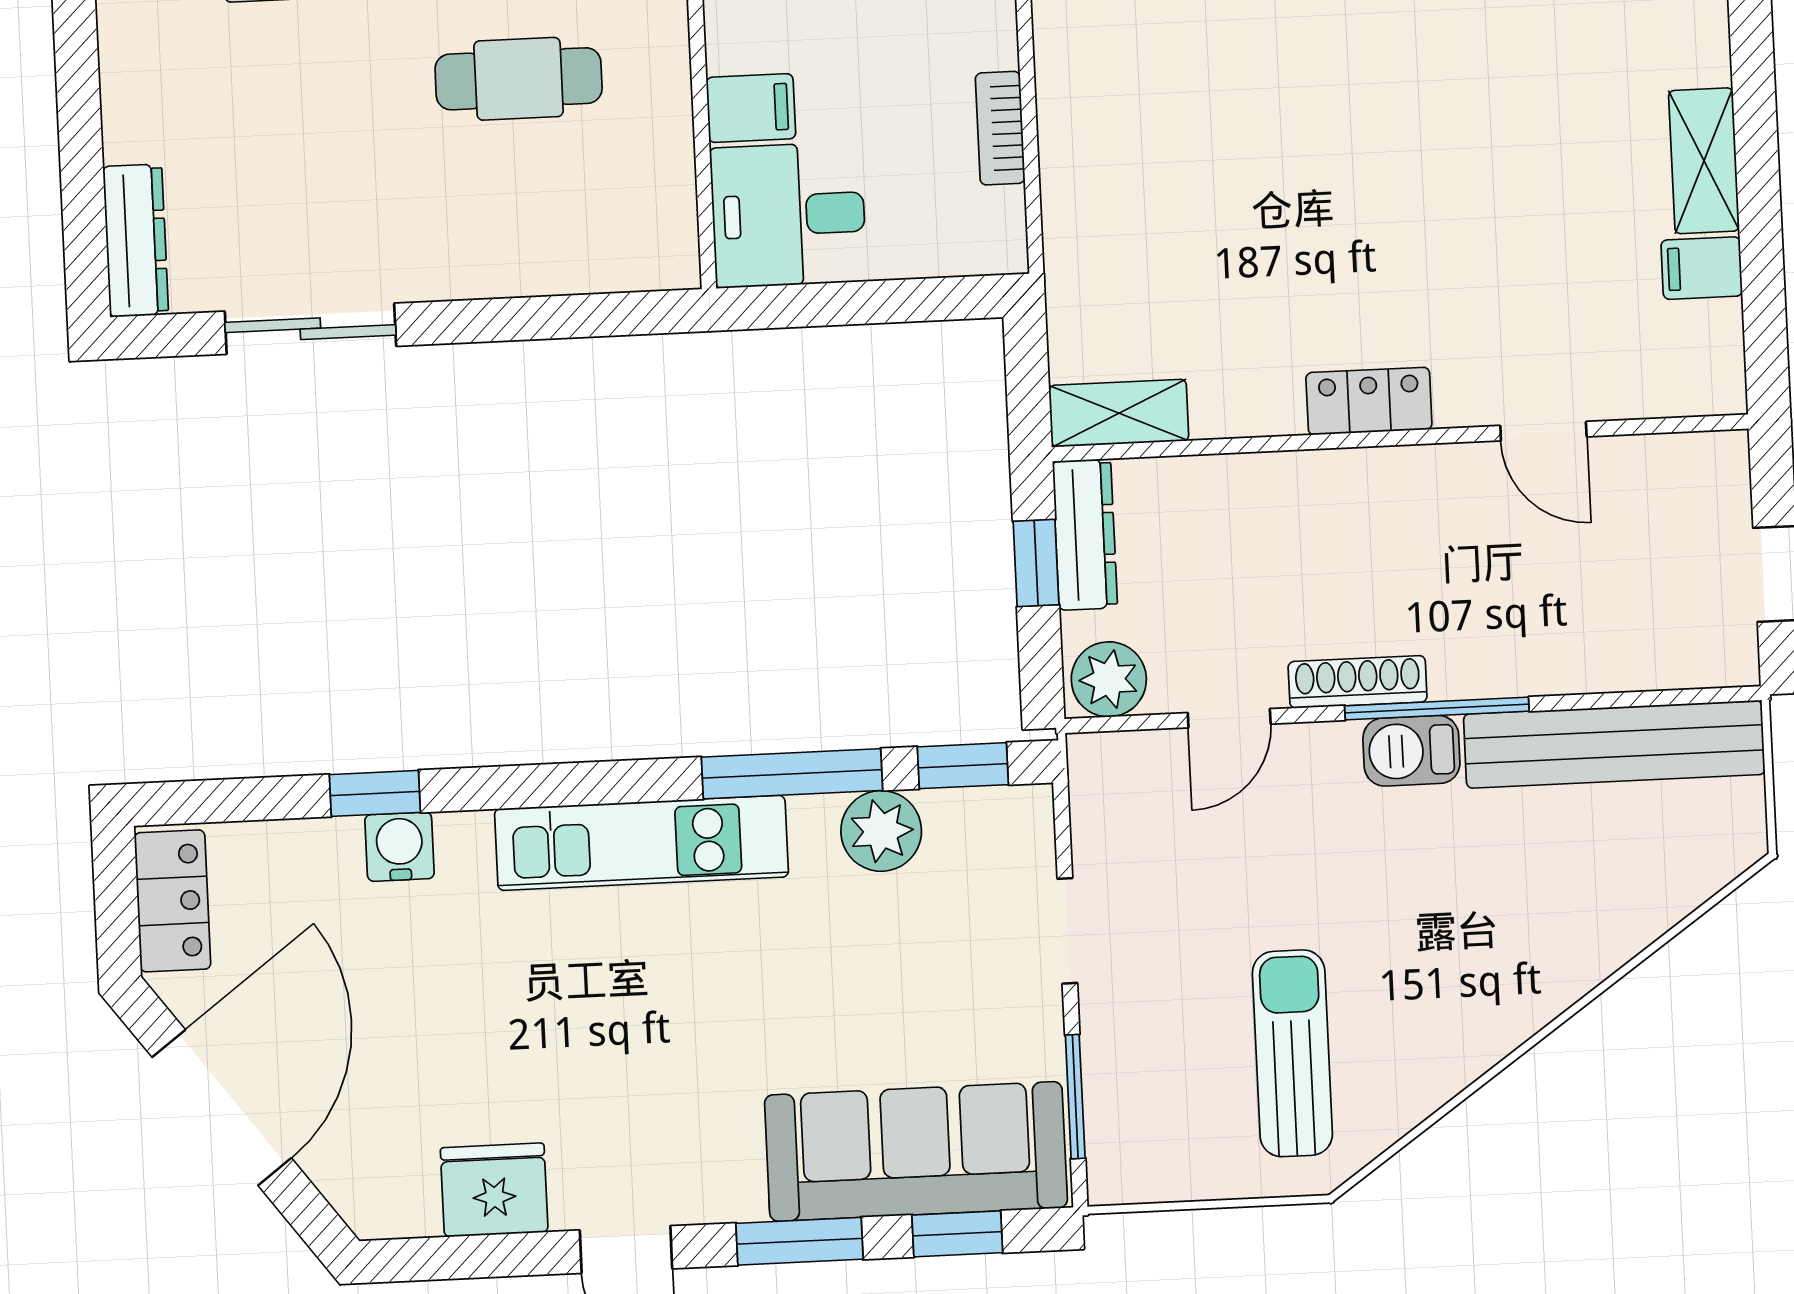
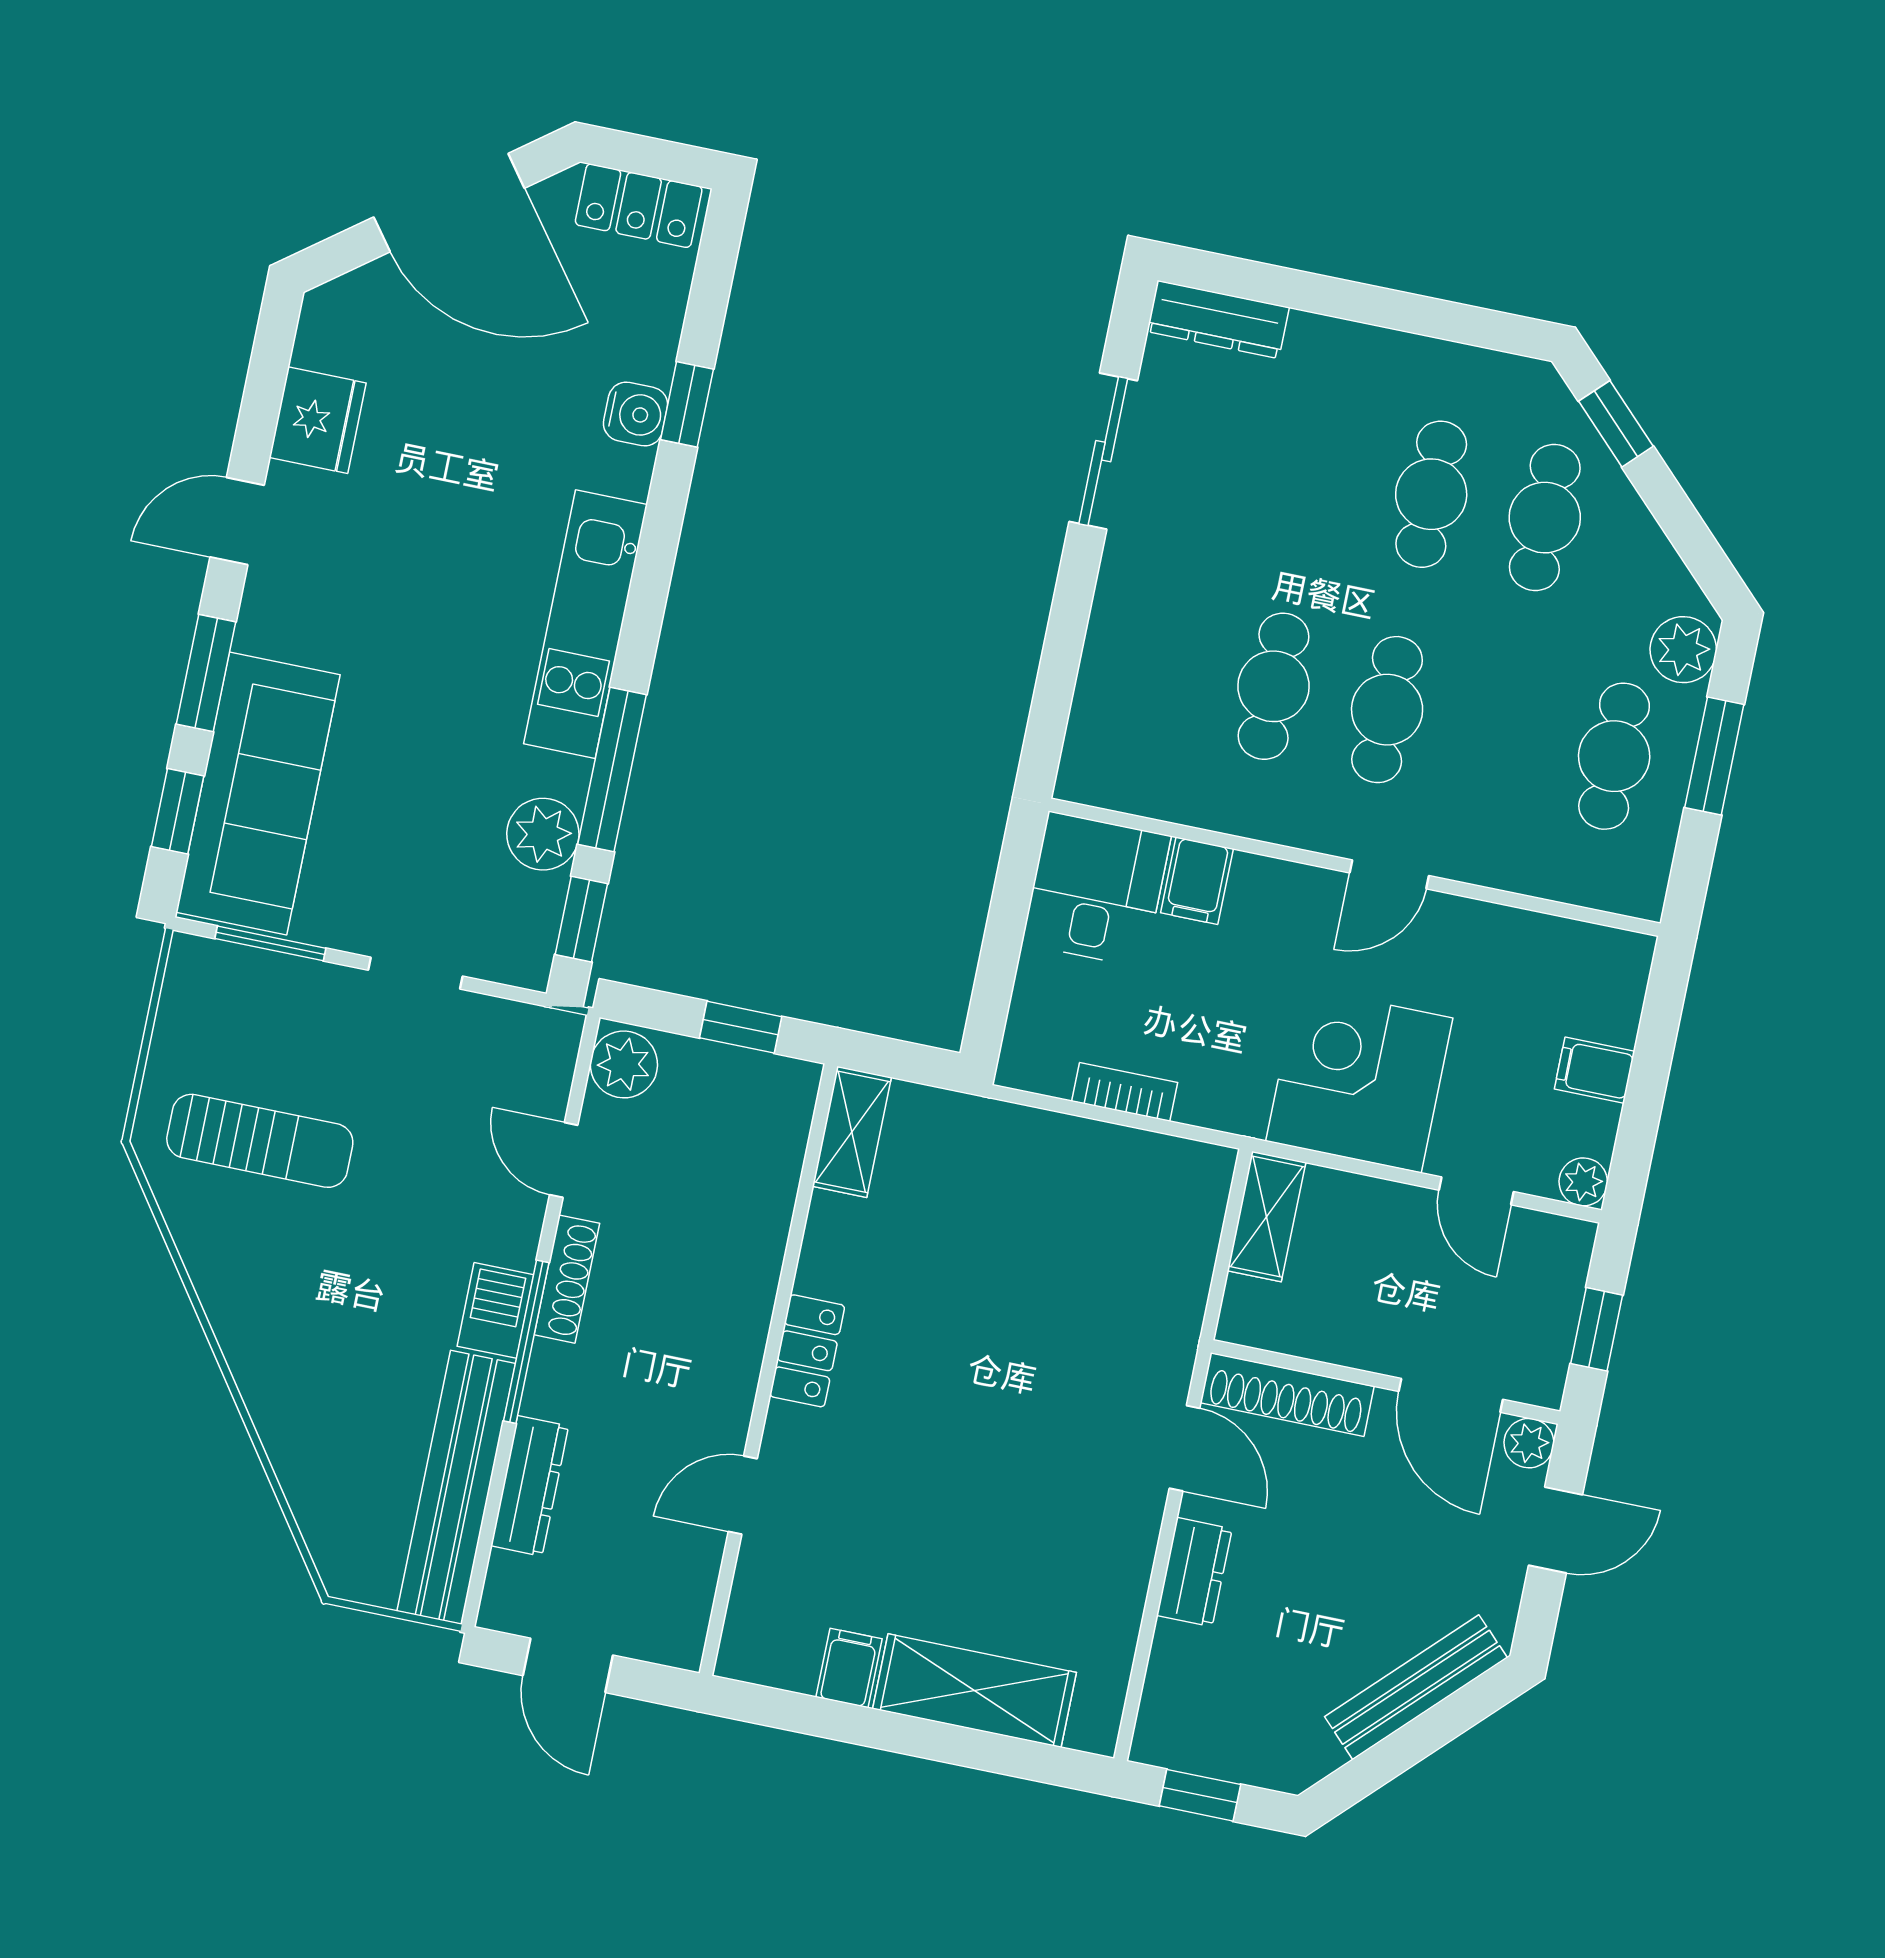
shelving: (1704, 161) -> (974, 1691), width x1.50, depth x1.33
dresser: (1085, 535) -> (530, 1486), moved, turned -90

